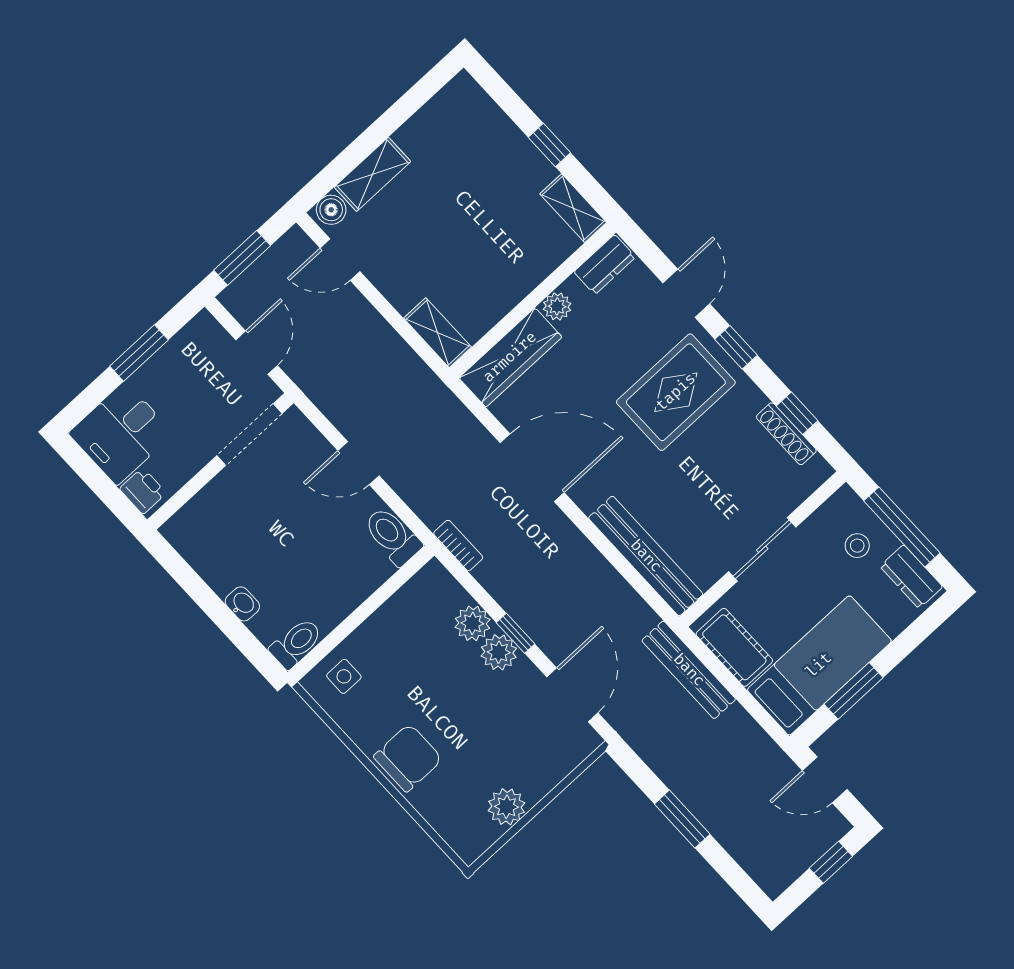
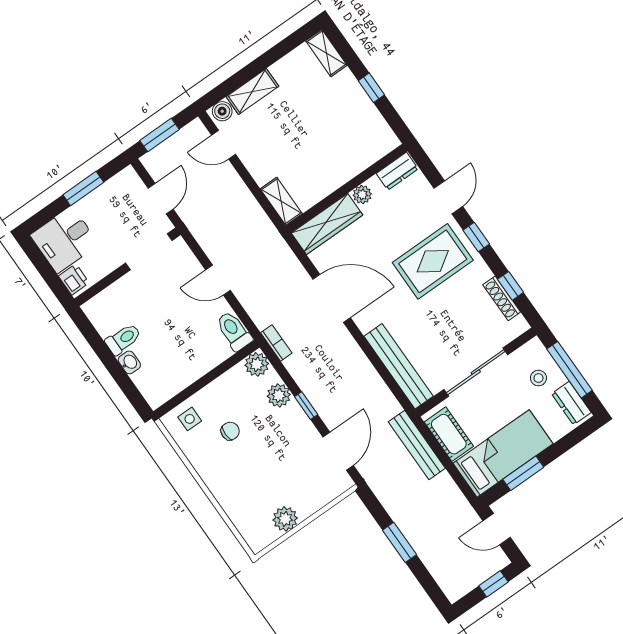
shelving: (573, 208) -> (326, 53), moved
sliding door: (762, 549) -> (476, 372), width x1.37
toilet: (296, 643) -> (123, 339), moved
plant: (499, 652) -> (257, 364), moved
chair: (408, 758) -> (230, 431), moved, width x0.54, depth x0.54

